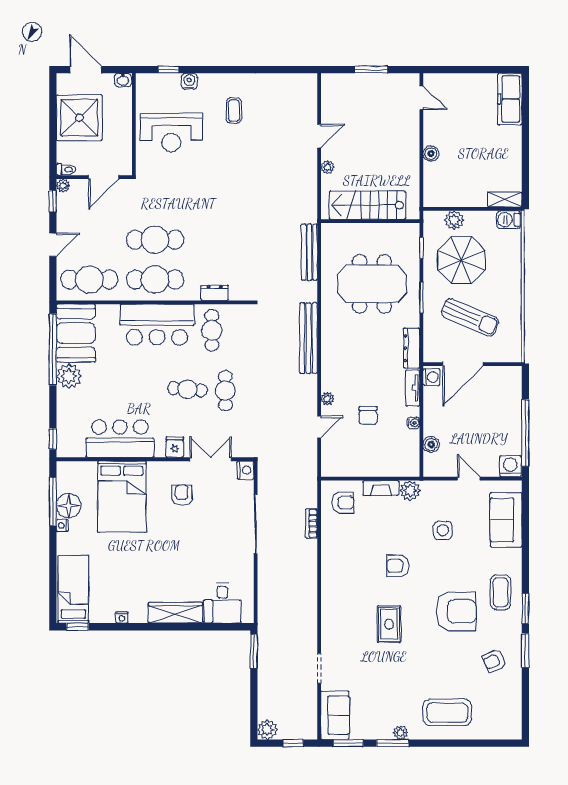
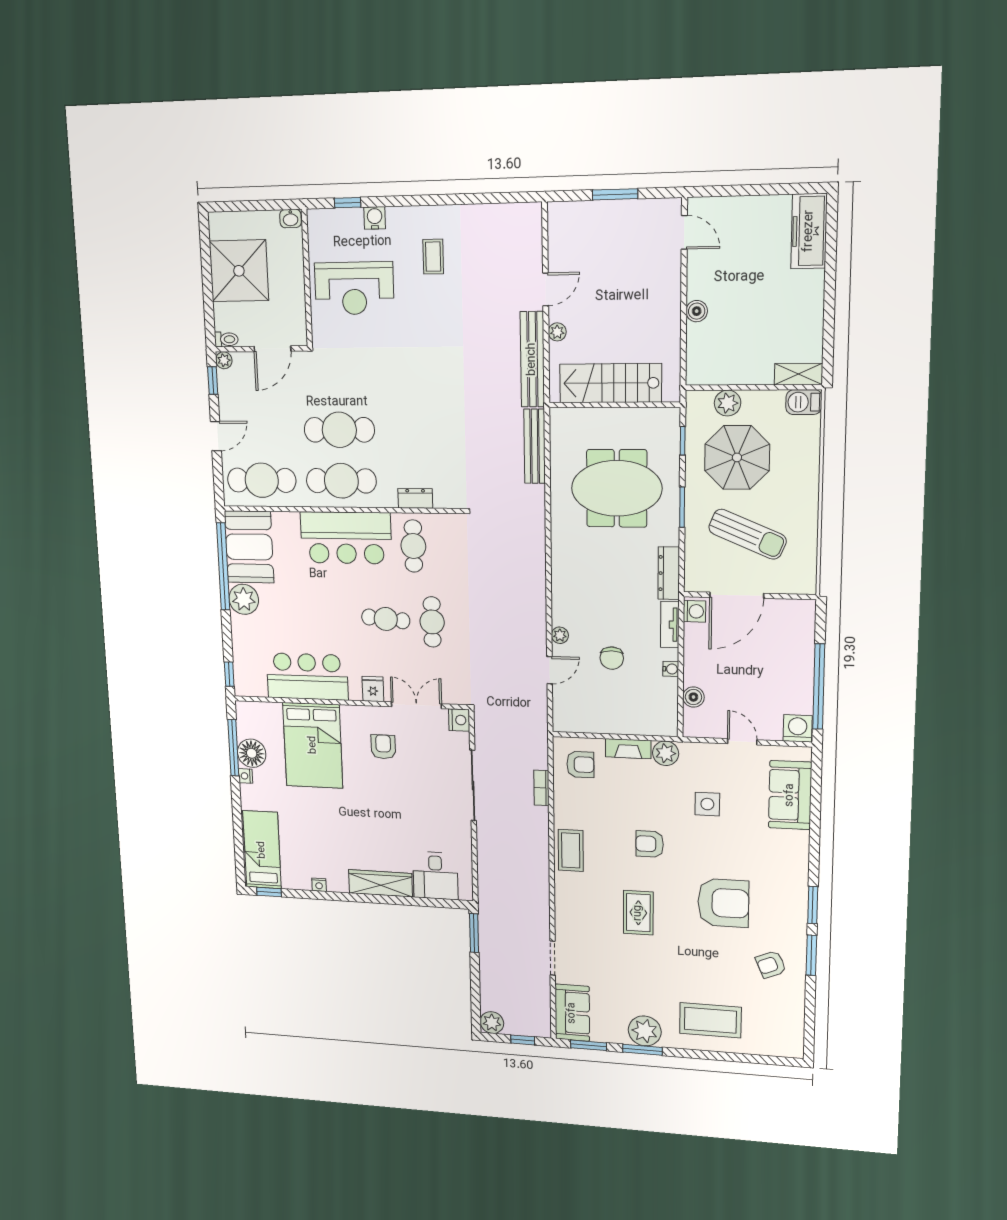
door: (86, 70) -> (243, 206), removed
bench: (308, 338) -> (532, 359), moved
coffee table: (501, 592) -> (571, 850), moved
plant: (401, 733) -> (645, 1031), width x1.87, depth x1.87

